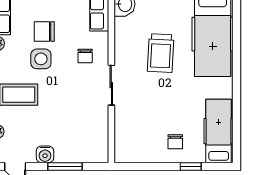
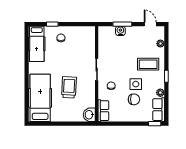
water cooler: (45, 154) -> (120, 31), moved

